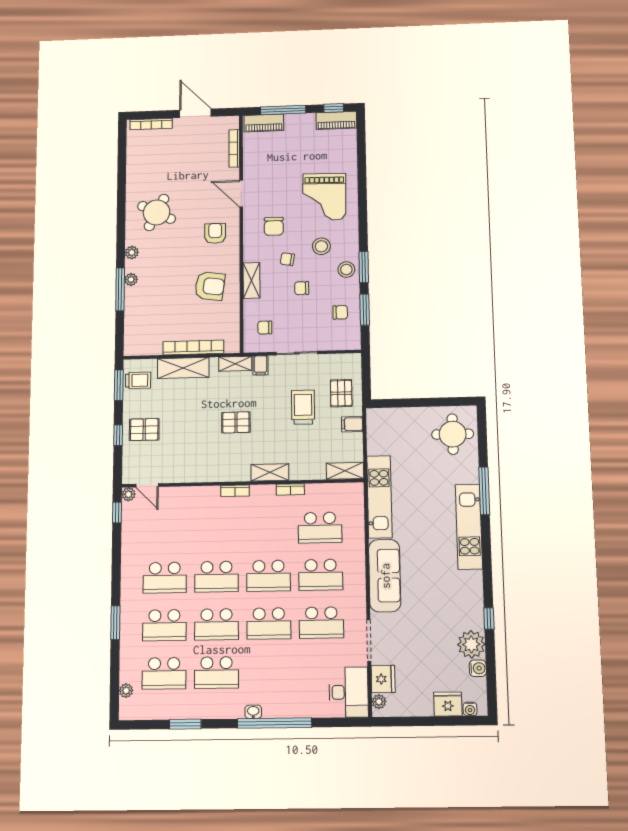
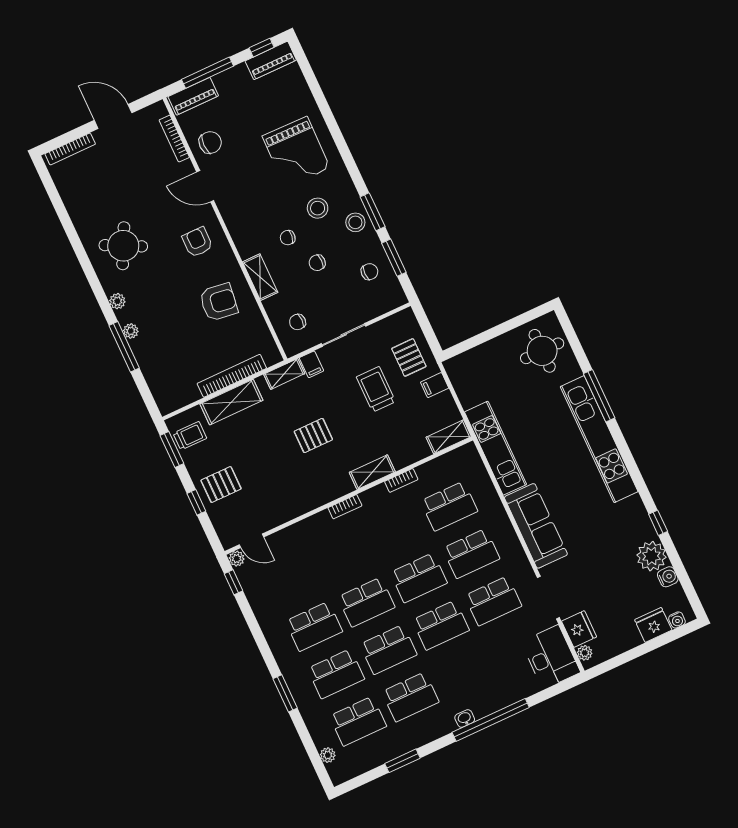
chair: (274, 226) -> (210, 142), moved, turned -90
kitchen unit: (469, 527) -> (599, 439), width x1.36

